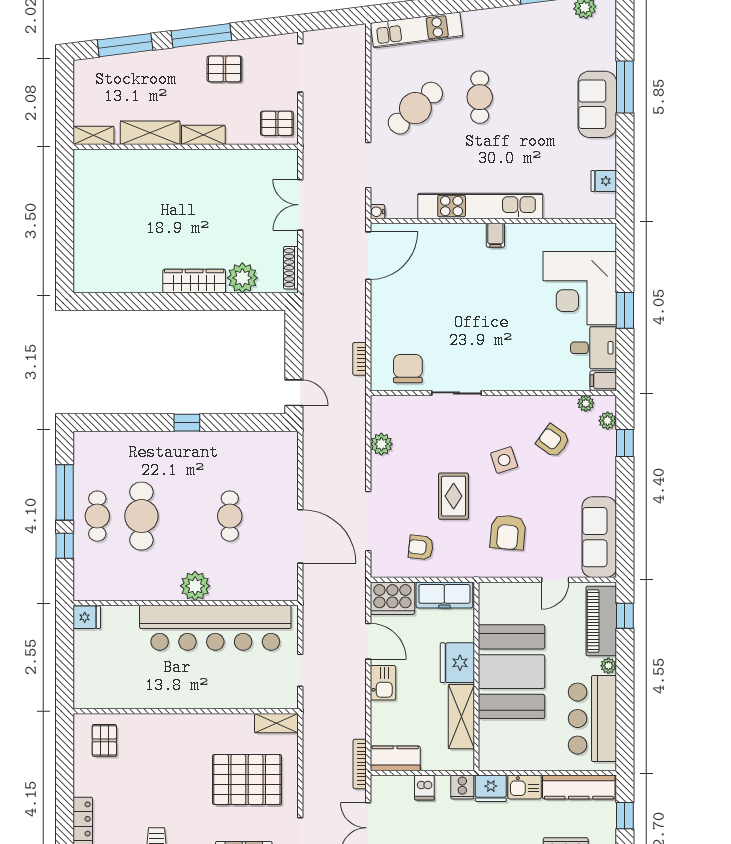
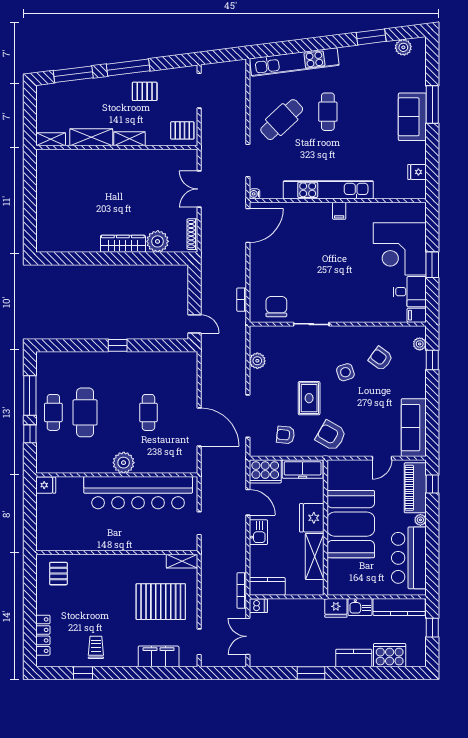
kitchen unit: (417, 30) -> (294, 62), width x1.36
plant: (586, 403) -> (404, 332), removed
armchair: (508, 532) -> (331, 436), moved, turned 115
cooker: (462, 787) -> (315, 607), removed
dishwasher: (424, 788) -> (258, 606), moved, turned -90

